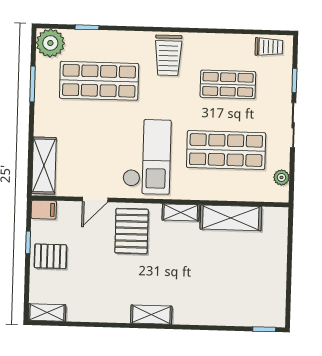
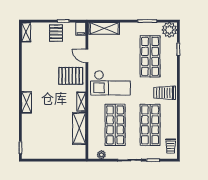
shop shelf: (228, 84) -> (150, 125), width x1.43, depth x1.36
shelving: (151, 315) -> (27, 102), moved

